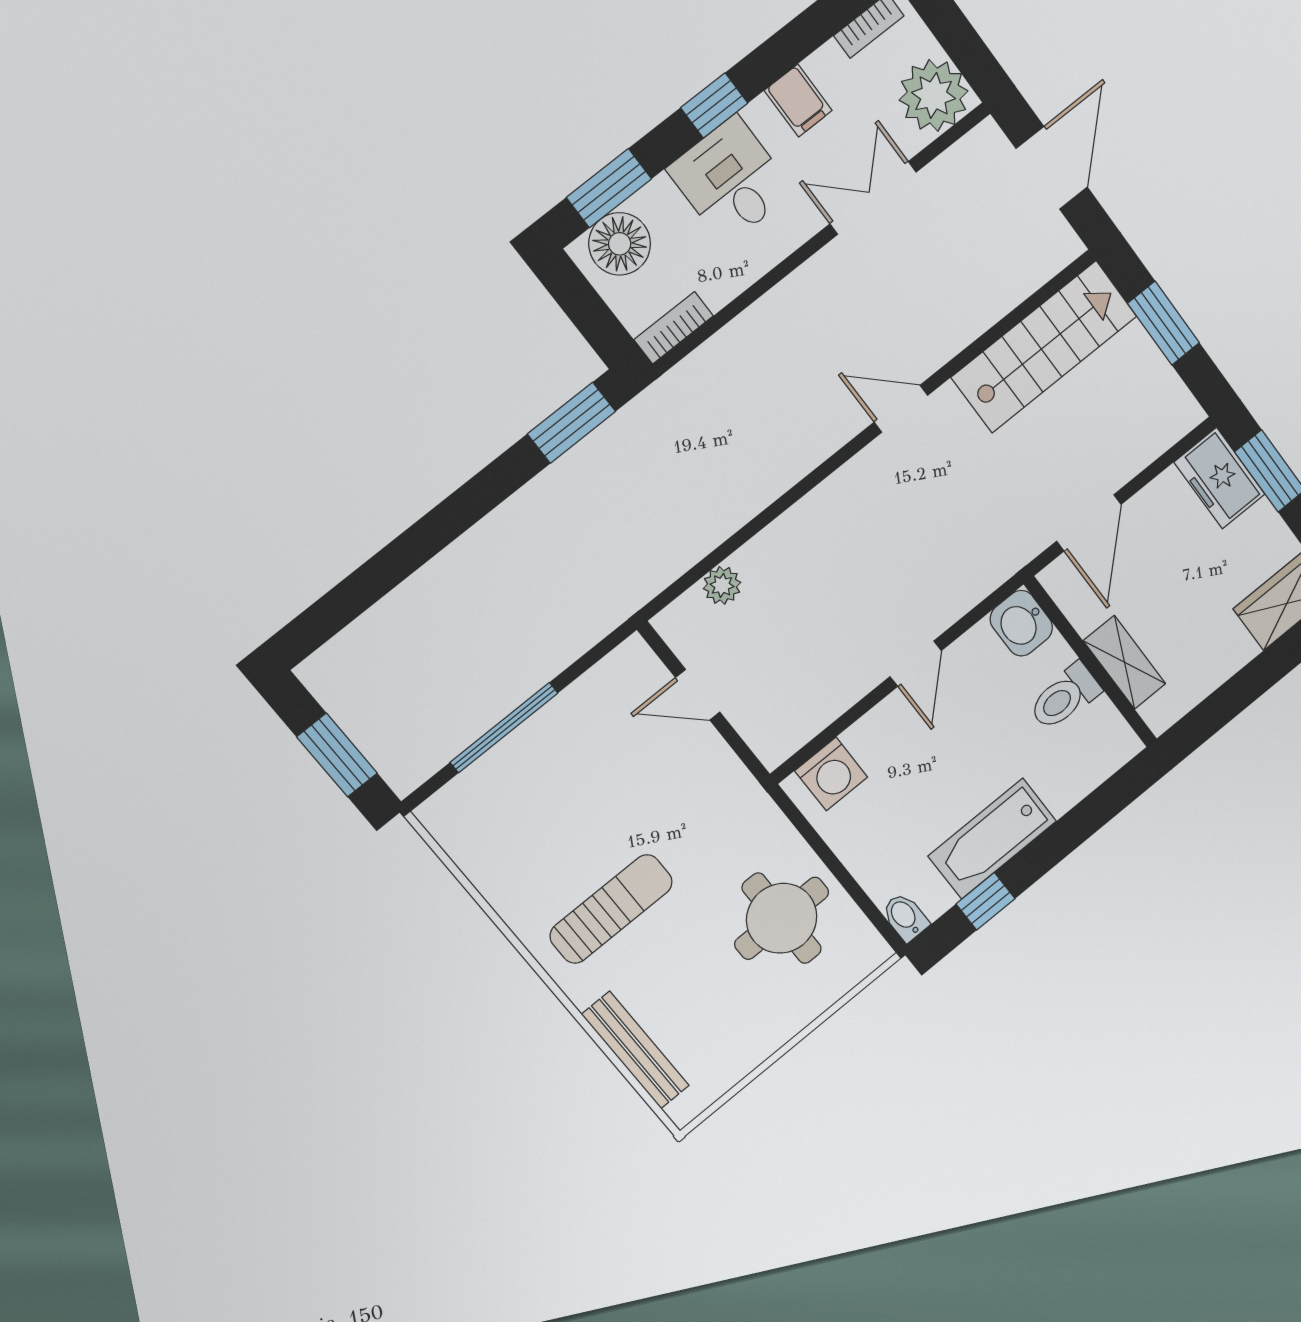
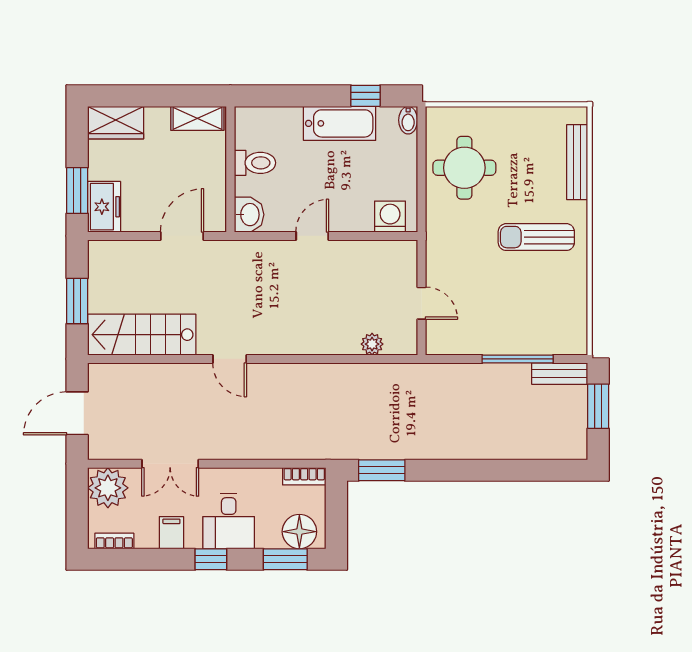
shelving: (1124, 662) -> (197, 118), moved, turned 90
bench: (429, 755) -> (560, 374), added

